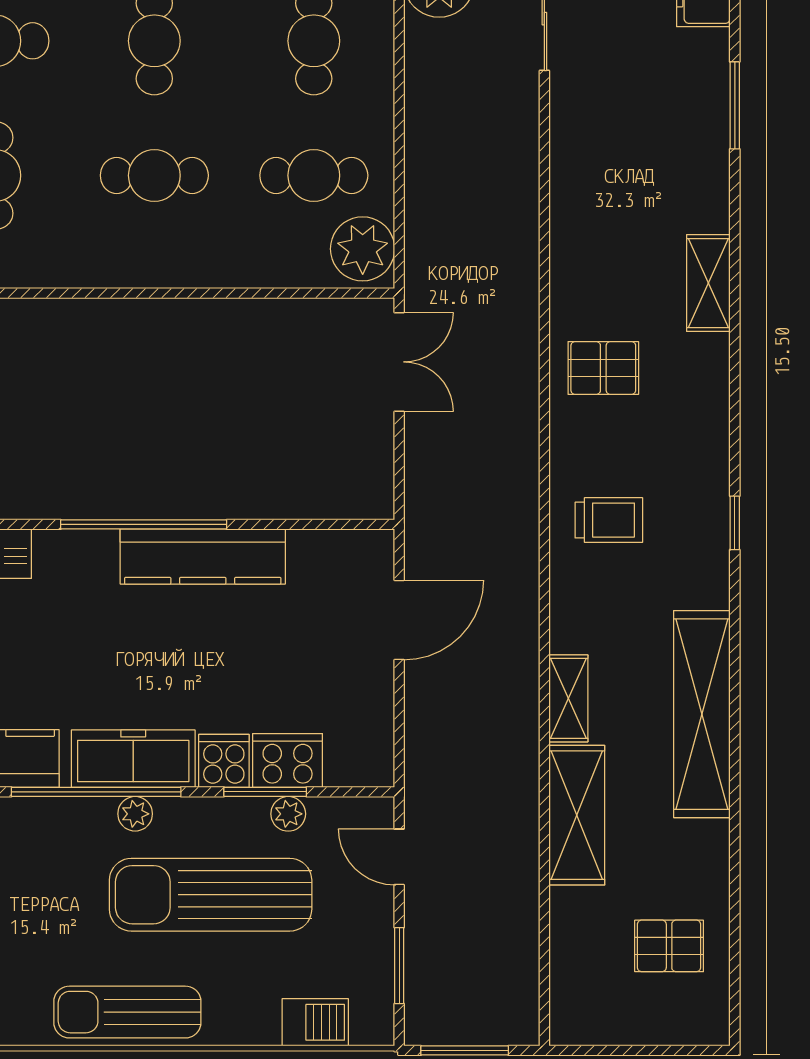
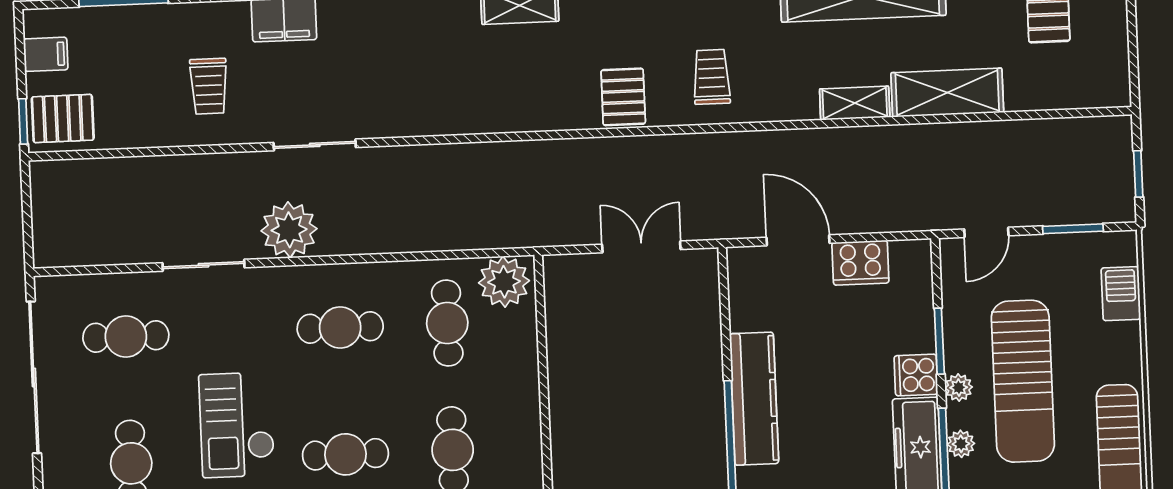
double door: (399, 362) -> (641, 247), moved
pallet: (603, 368) -> (623, 97), moved
cooker: (288, 760) -> (860, 263), moved, turned -90
plant: (288, 814) -> (959, 388), moved
window: (465, 1050) -> (1138, 174), width x0.67

